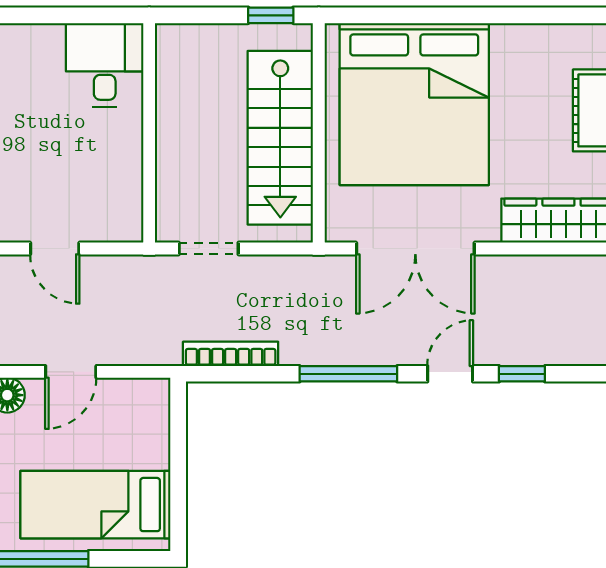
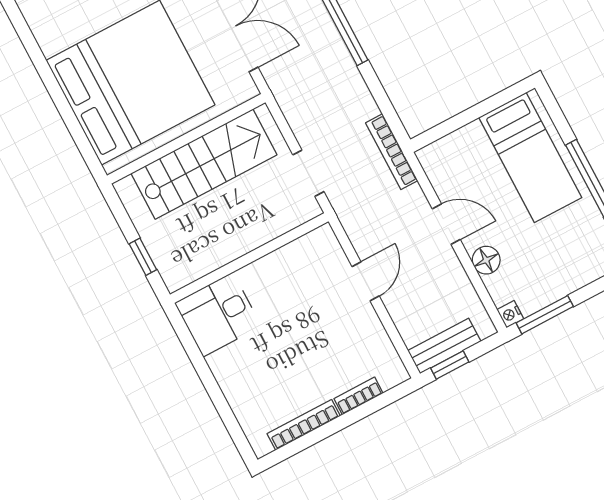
window: (271, 15) -> (143, 257), moved
bookcase: (231, 354) -> (392, 152), moved

